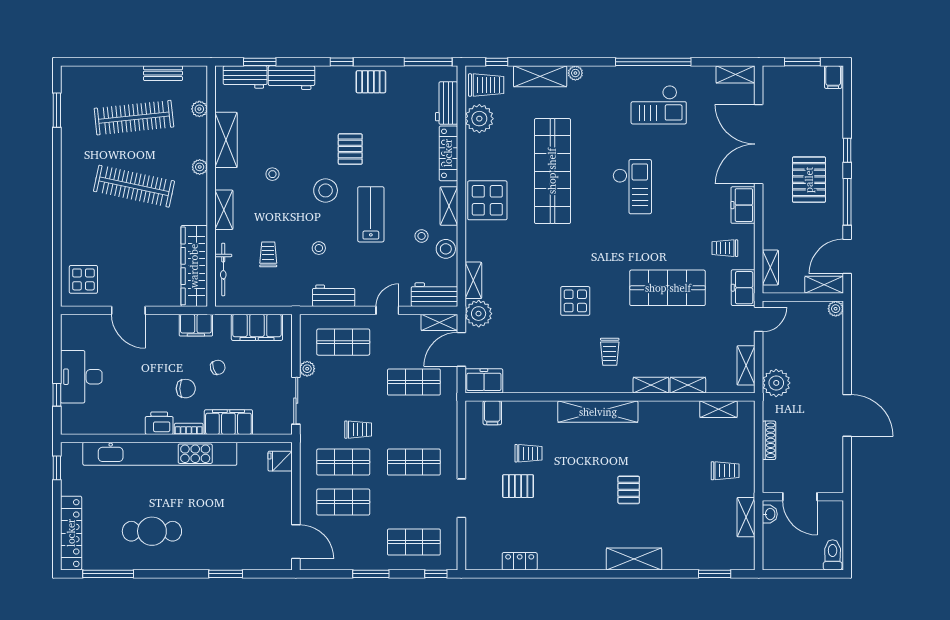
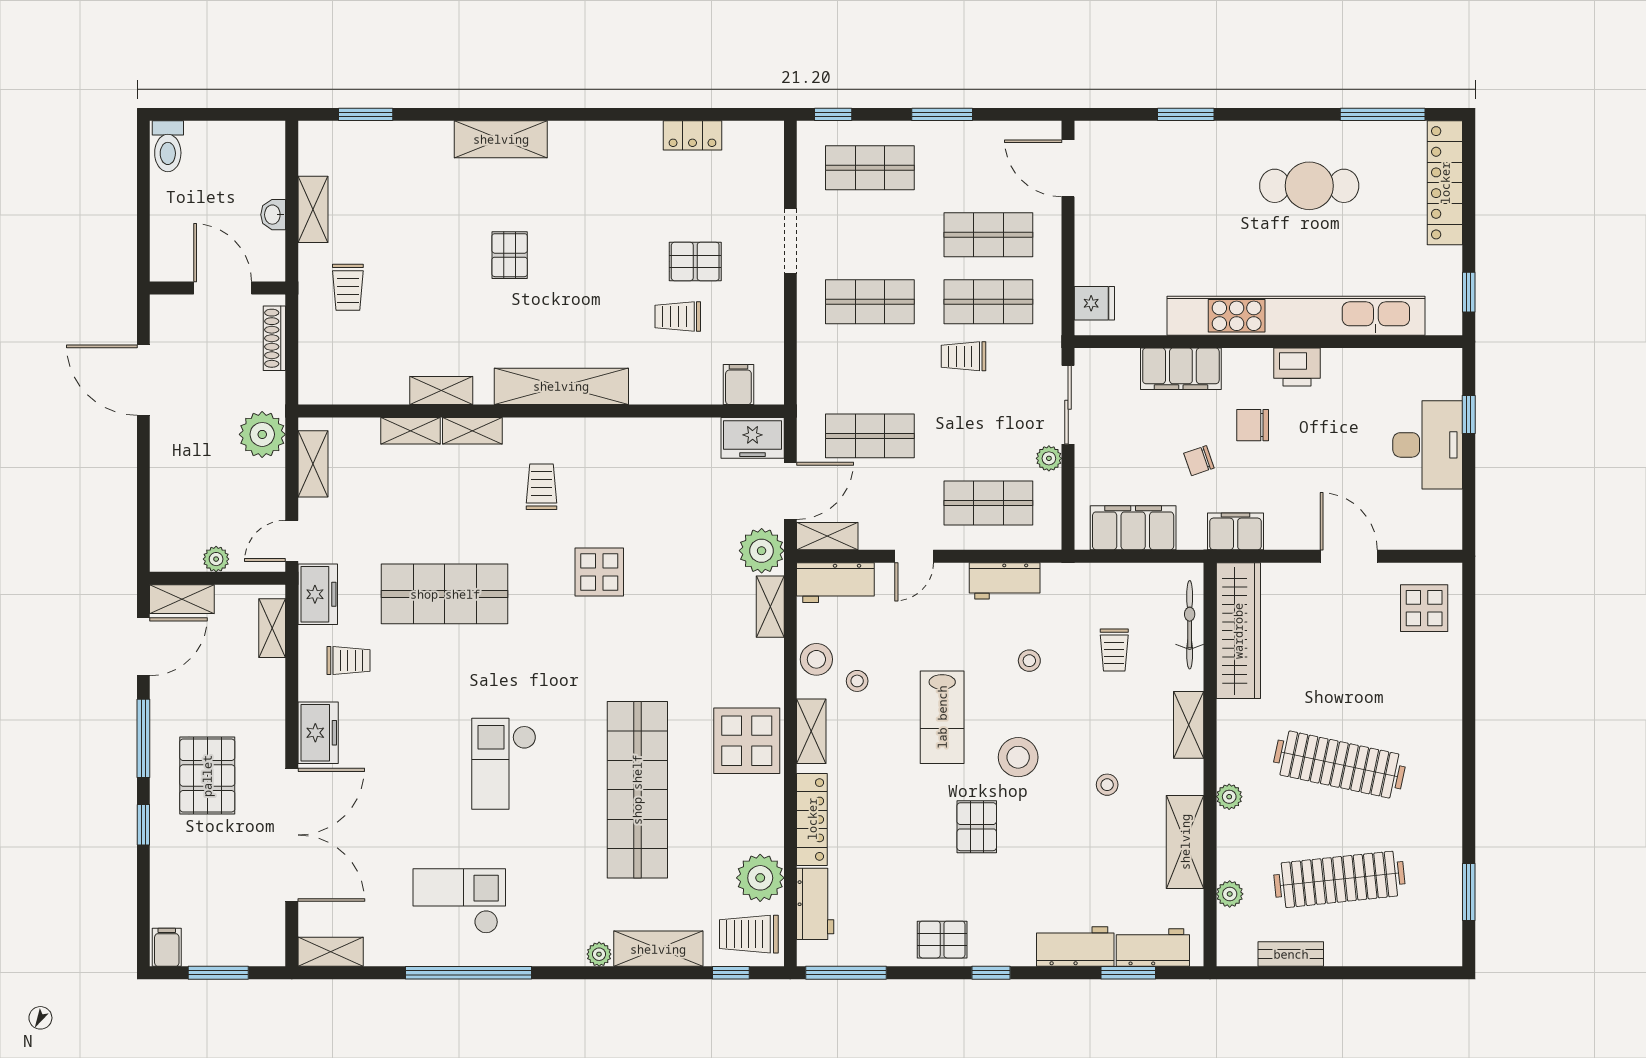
plant: (836, 309) -> (216, 559), moved
shelving: (718, 409) -> (441, 391), moved
bookcase: (189, 429) -> (1248, 357), removed
trolley: (725, 471) -> (348, 287), turned -90
door: (800, 497) -> (223, 288), moved
wall: (803, 497) -> (218, 288), moved

